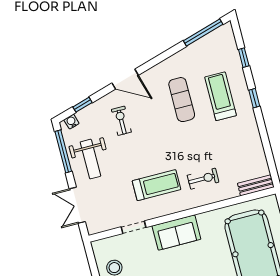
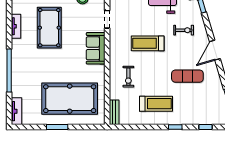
door: (125, 79) -> (215, 50), moved
treadmill: (221, 96) -> (156, 104), moved
treadmill: (157, 185) -> (148, 43), moved, turned 90

